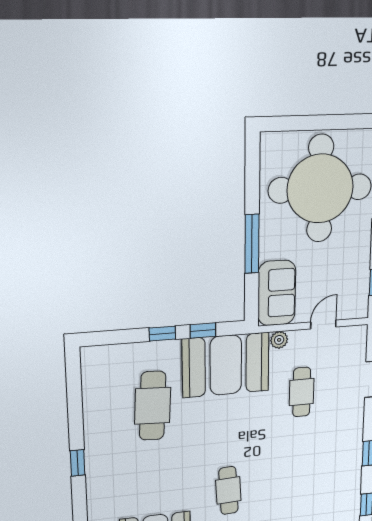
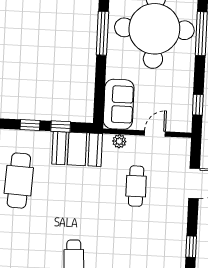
window: (252, 244) -> (102, 33), moved
booth: (226, 365) -> (77, 149), width x0.73, depth x0.70

